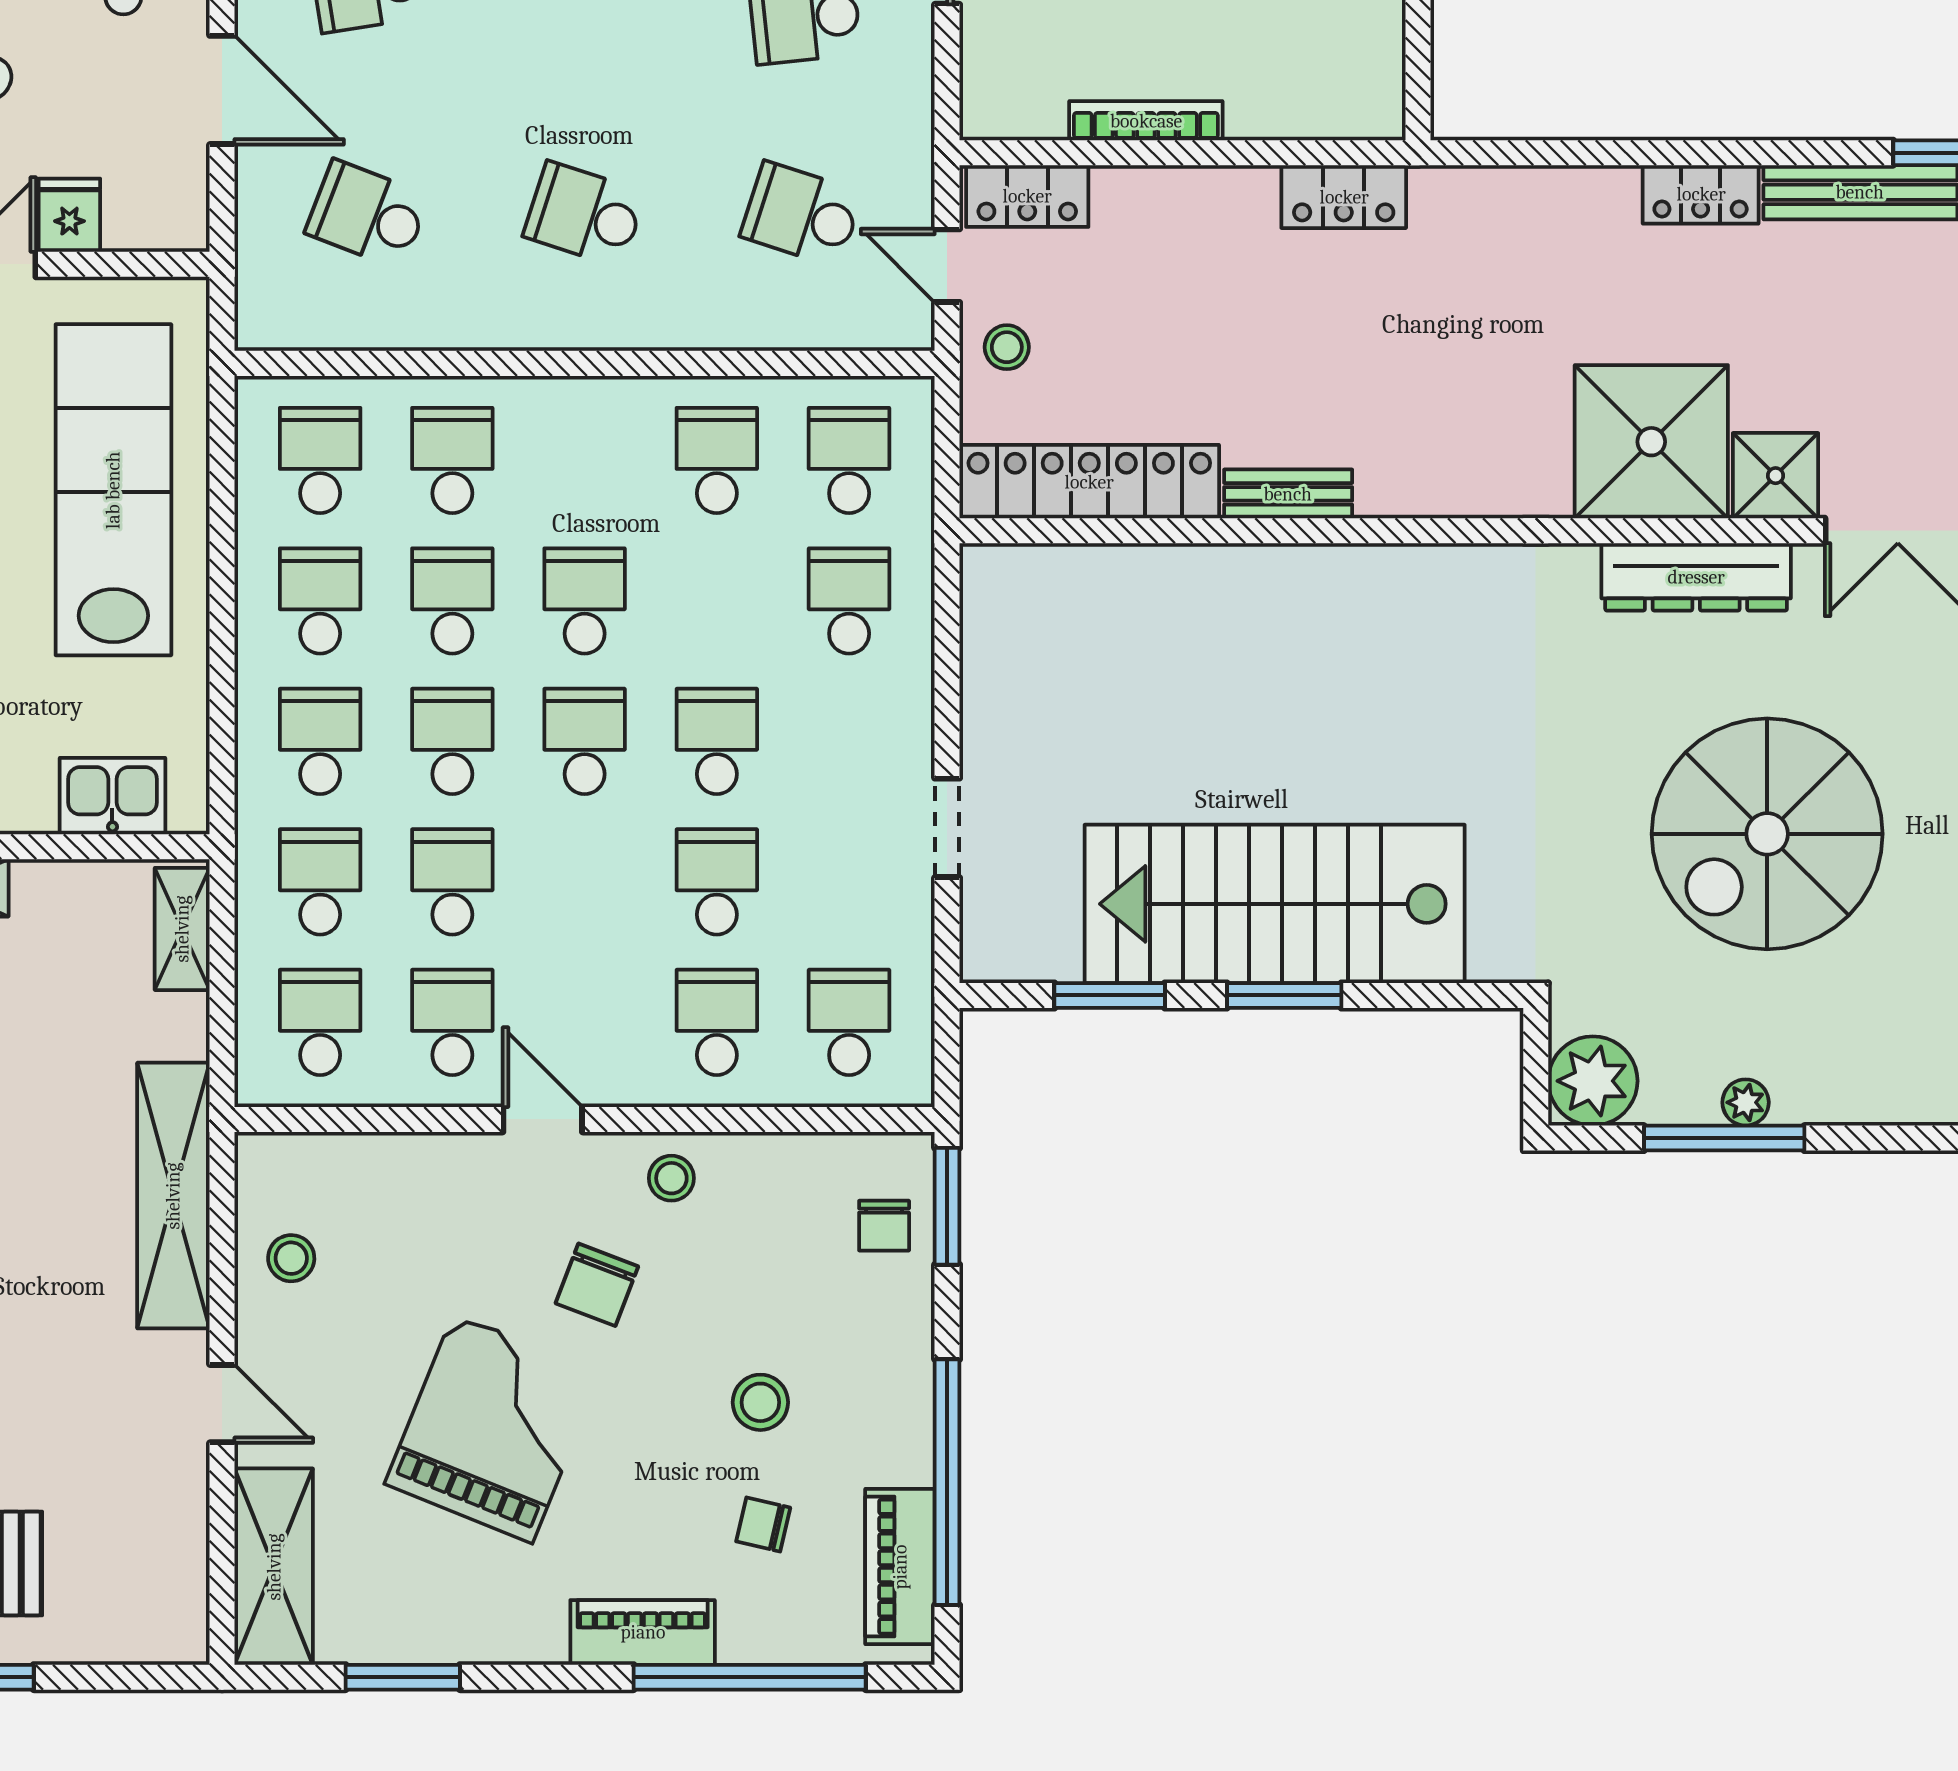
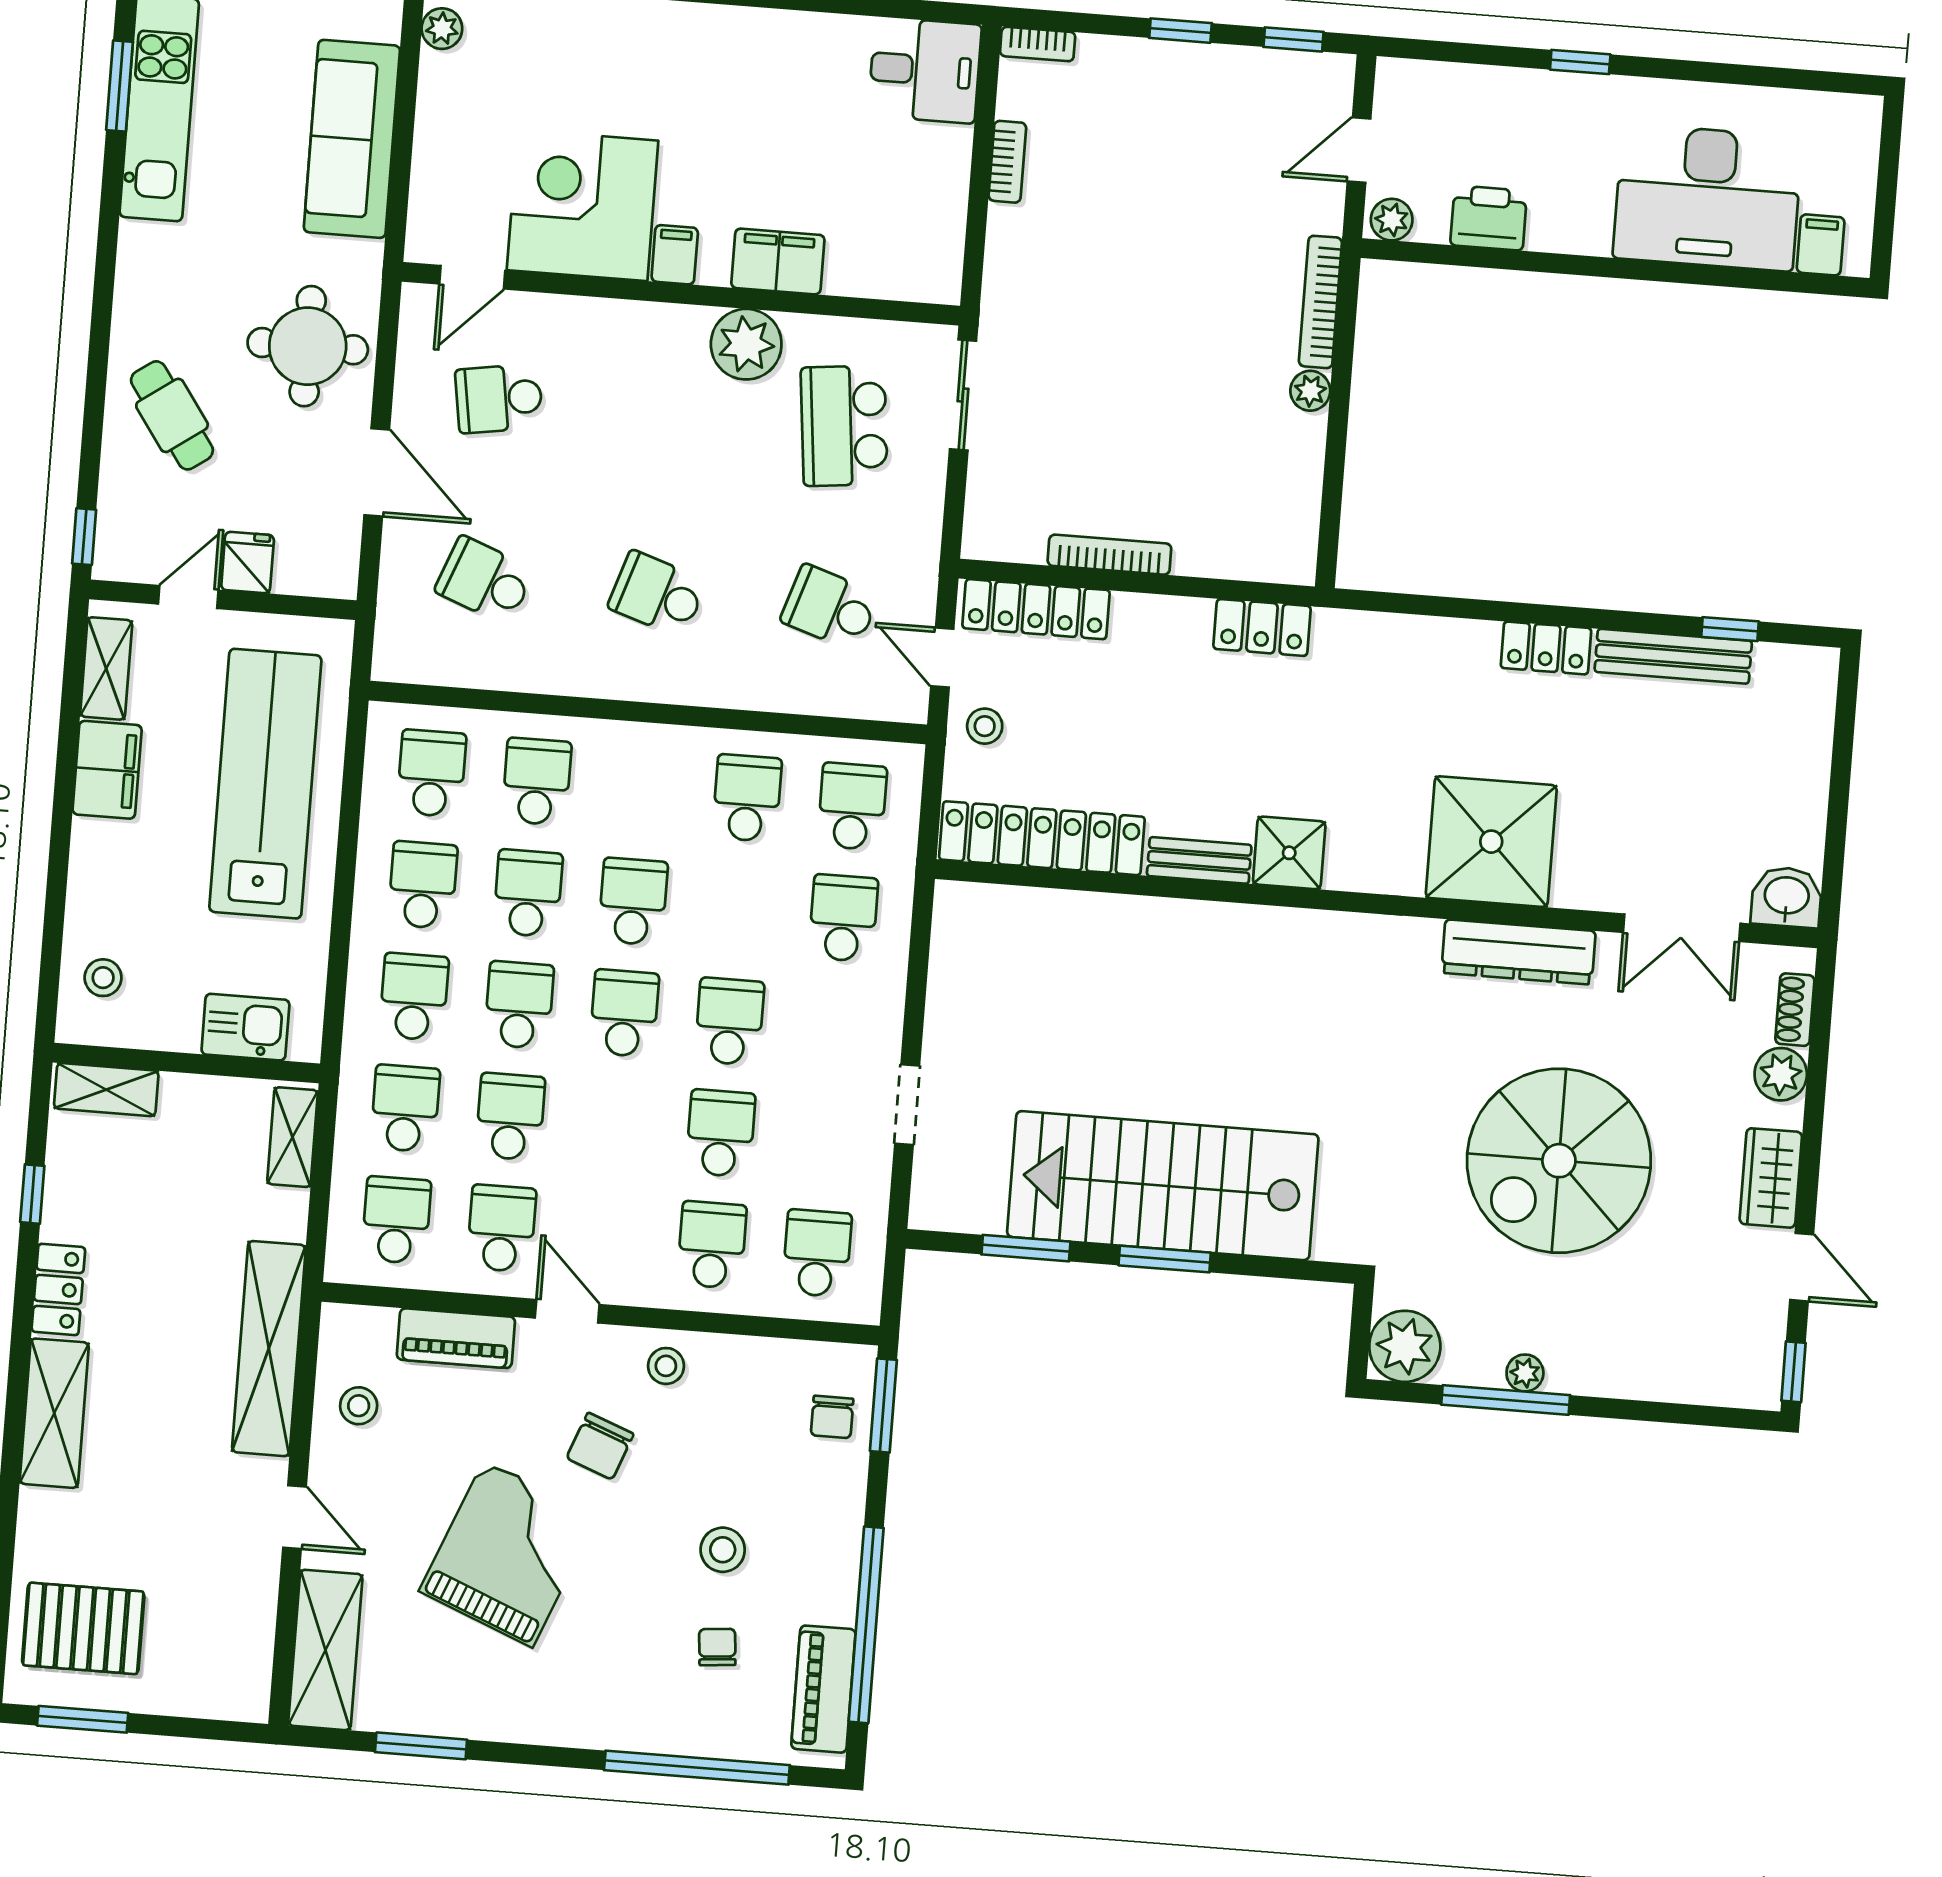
locker: (1027, 196) -> (1036, 609), width x1.53
shower: (1776, 476) -> (1289, 853), moved
chair: (763, 1525) -> (717, 1647), turned 72
piano: (643, 1632) -> (456, 1338), moved, turned 180

